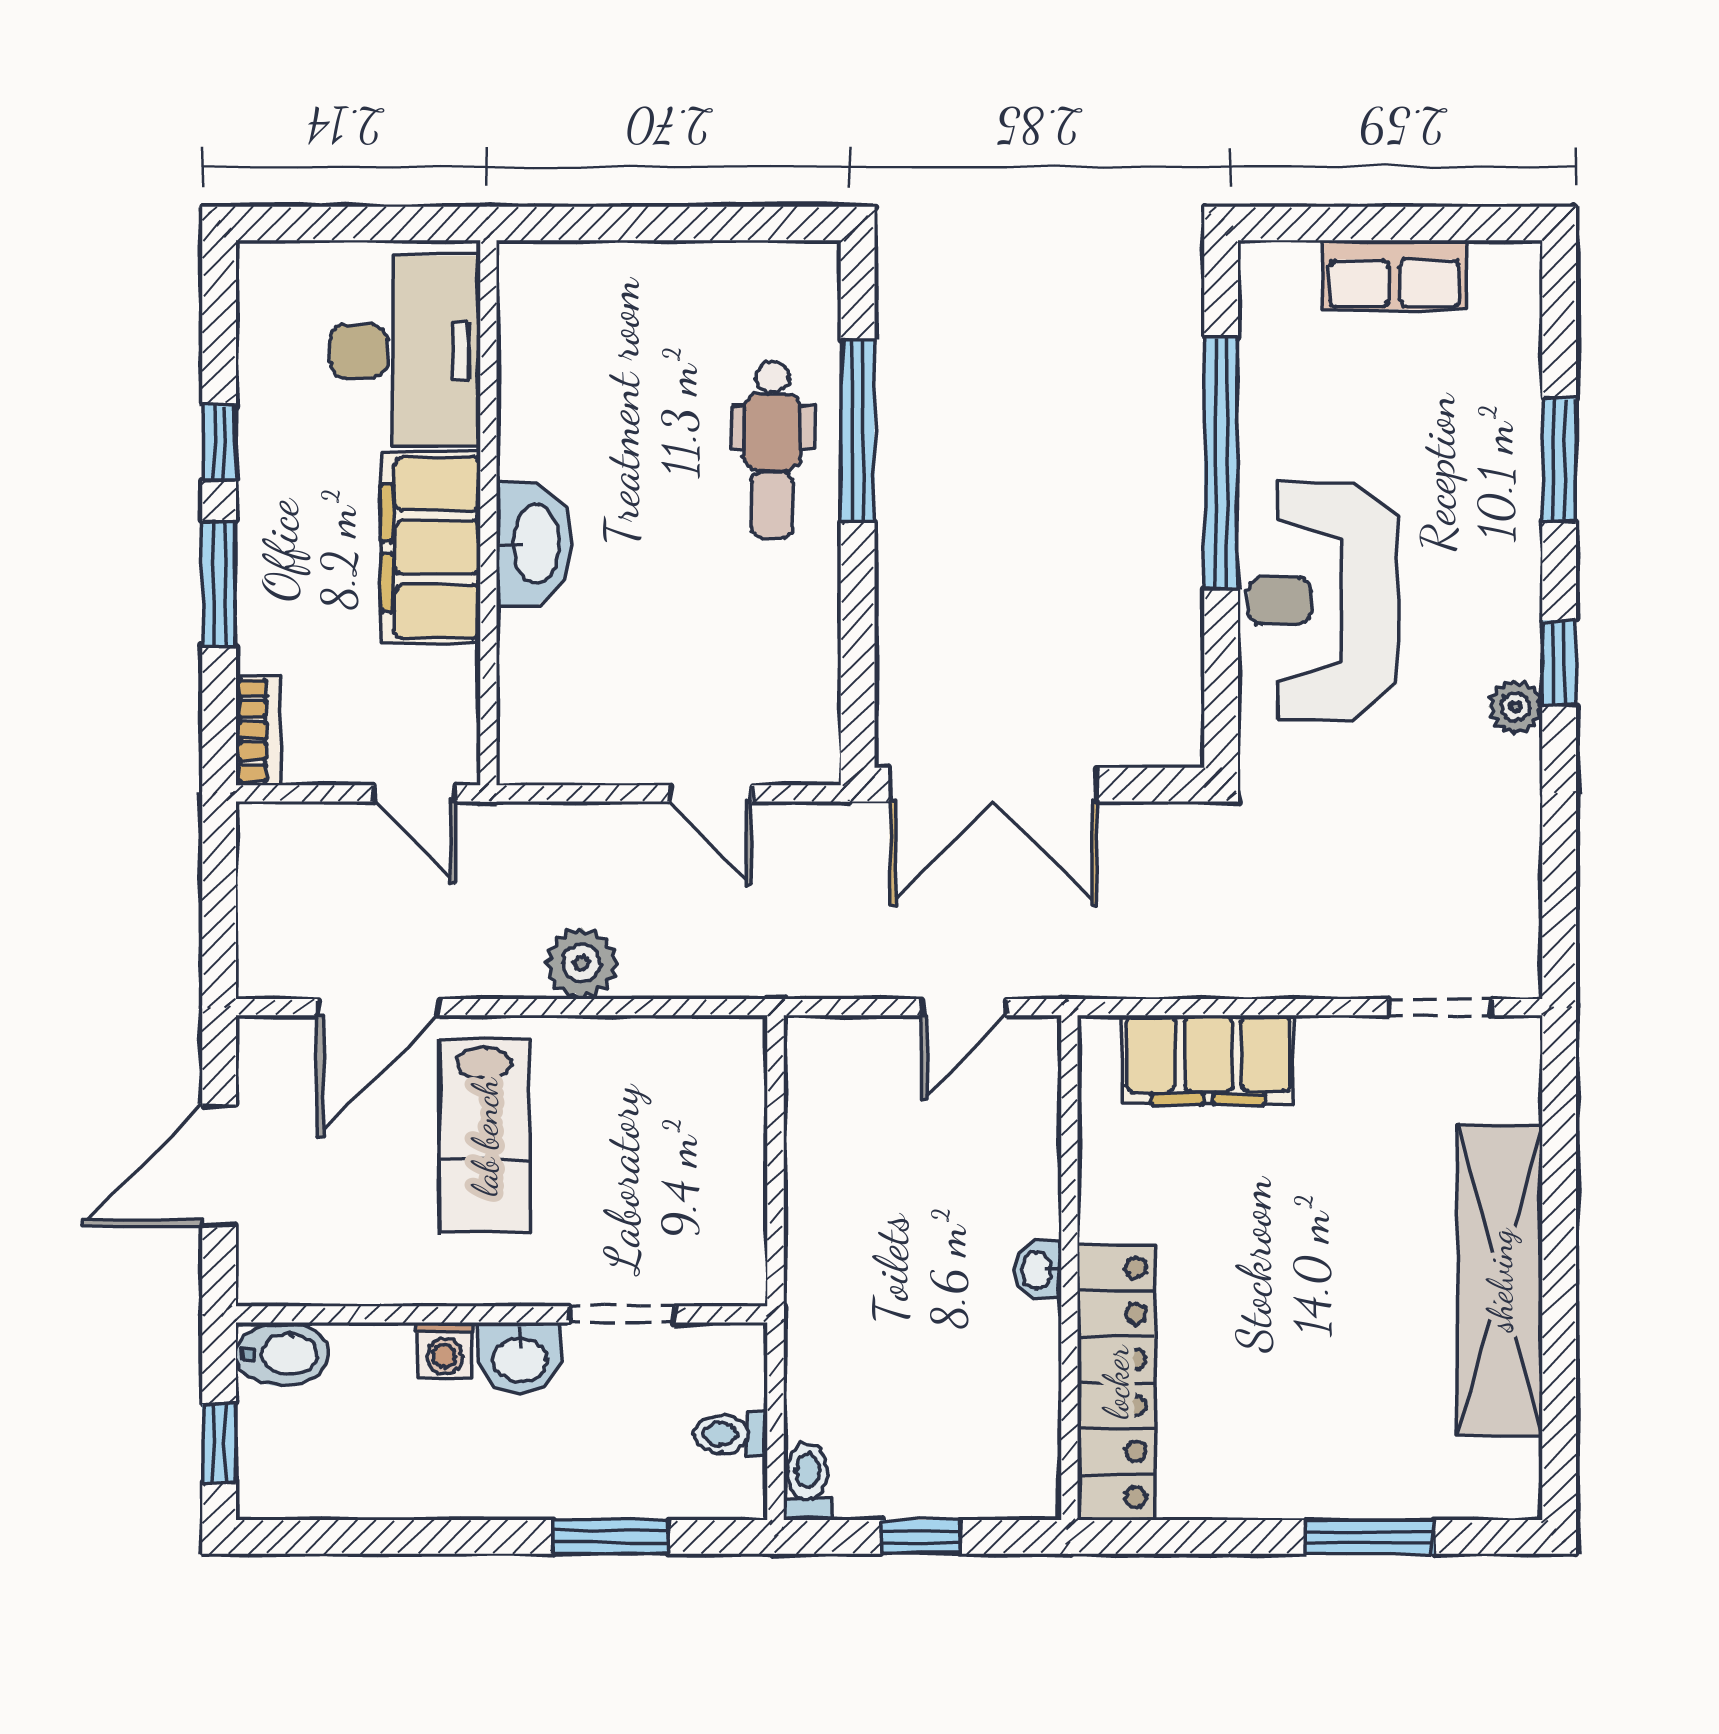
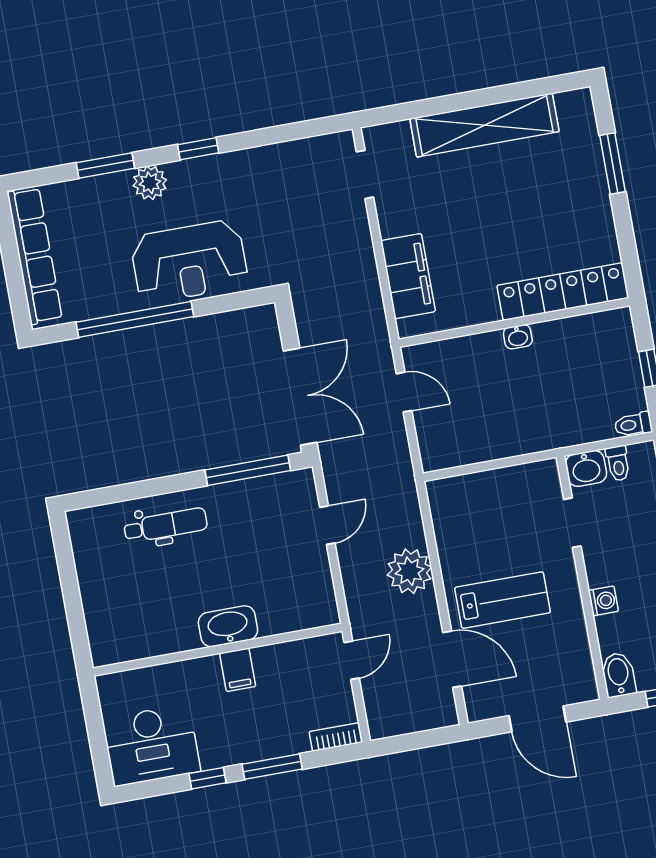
row of seats: (1394, 275) -> (35, 256), width x2.02
desk: (405, 351) -> (151, 745), moved, turned 180
window: (858, 431) -> (248, 470), moved
filing cabinet: (431, 548) -> (238, 670), width x0.33, depth x0.86
plant: (1515, 707) -> (150, 183), moved, width x1.38, depth x1.38
plant: (581, 963) -> (409, 571), width x1.36, depth x1.36
washbasin: (520, 1358) -> (586, 468), moved, turned 90

